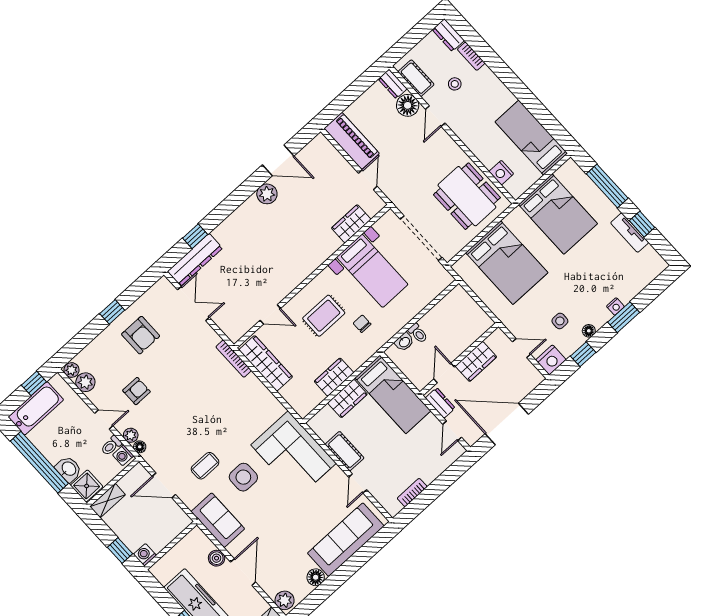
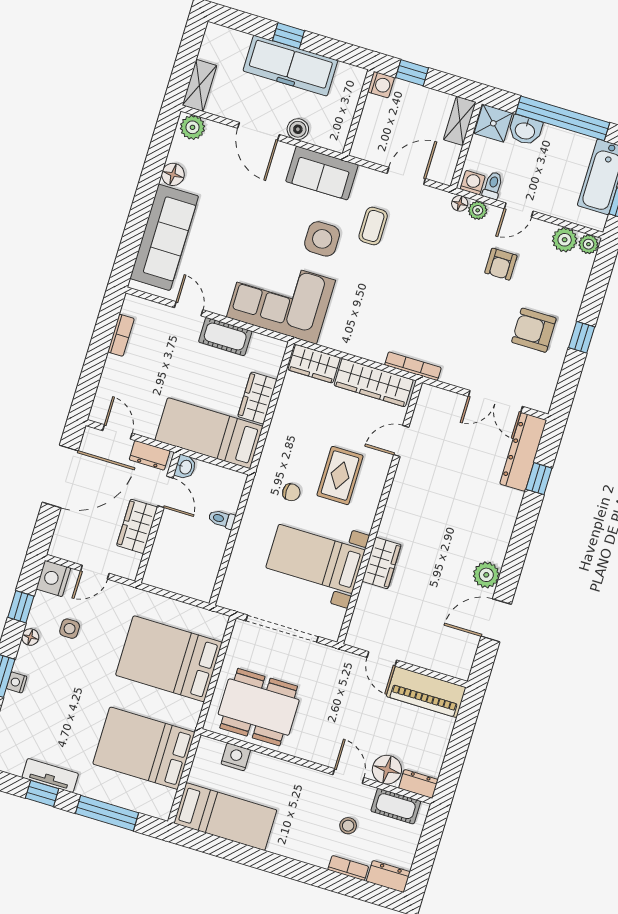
wardrobe: (351, 224) -> (382, 563), moved
washbasin: (404, 342) -> (185, 467), moved, turned 180
wardrobe: (334, 377) -> (314, 364), moved, turned 90

